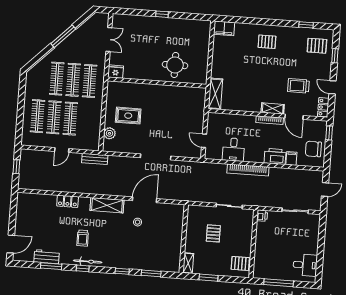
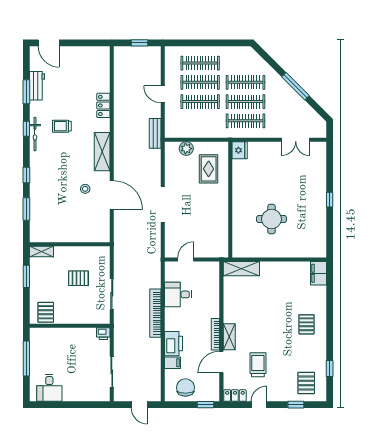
fridge: (116, 72) -> (240, 150), moved
wall: (157, 83) -> (230, 200), moved

